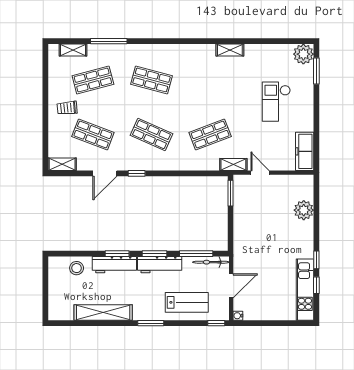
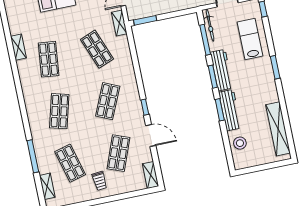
shop shelf: (210, 80) -> (49, 59), added
shelving: (103, 312) -> (278, 129), moved

